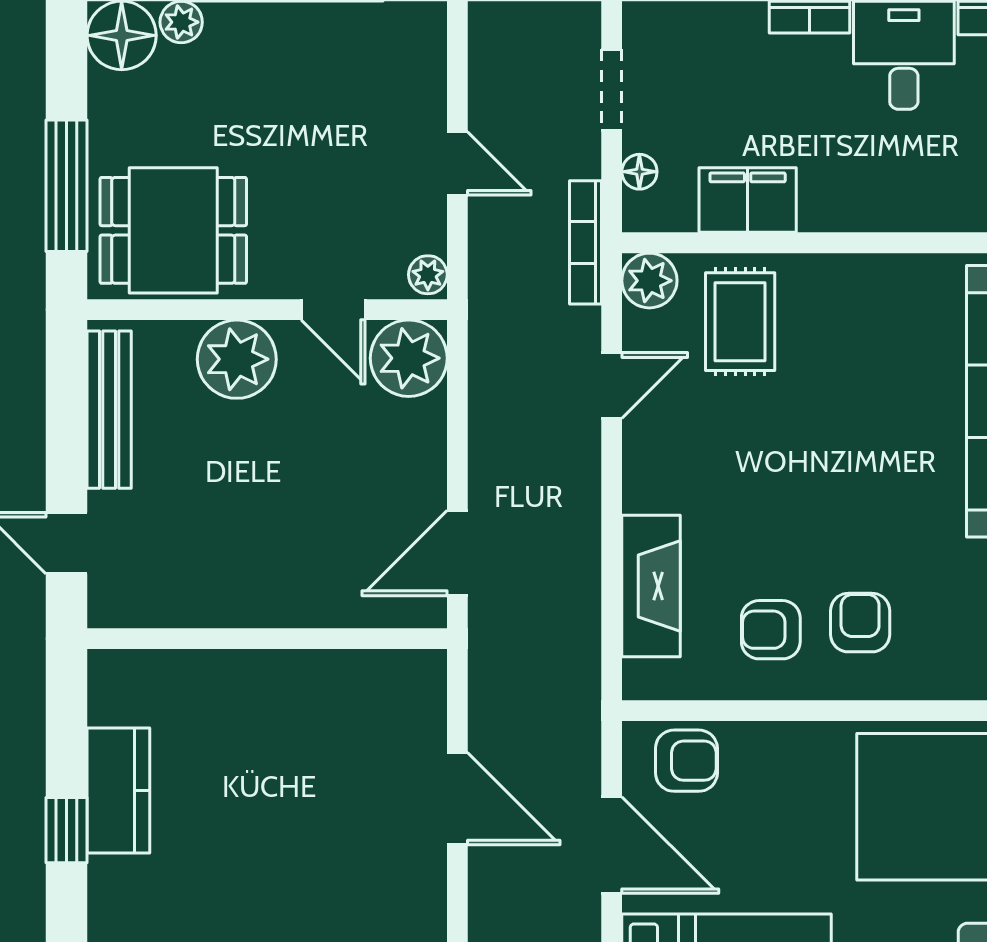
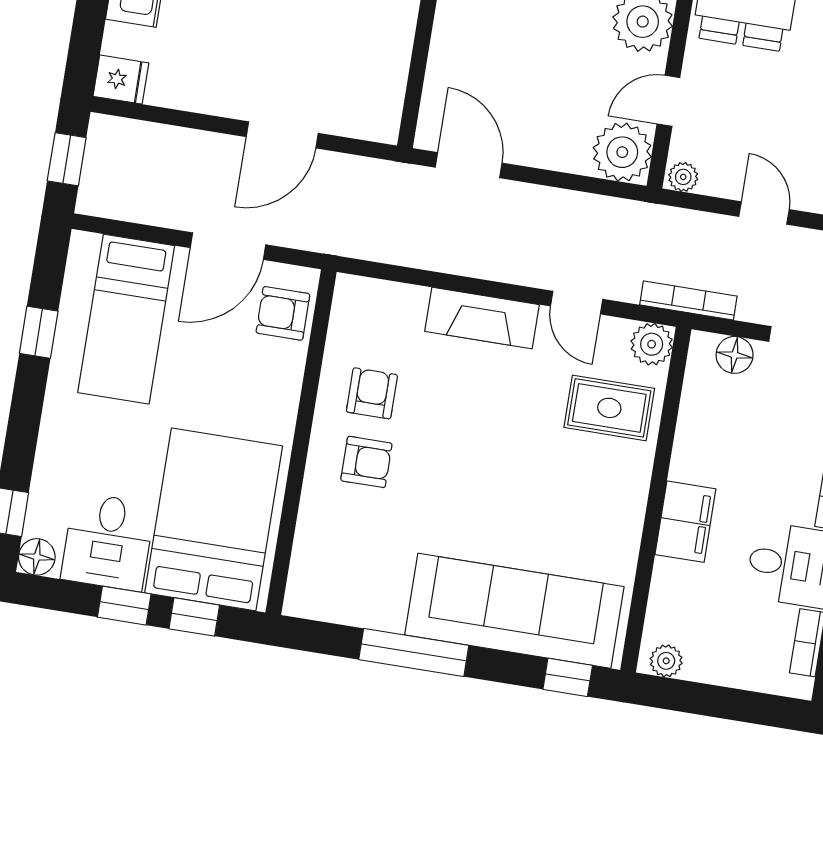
door: (457, 163) -> (764, 213), swing flipped
floor lamp: (639, 172) -> (735, 355), width x1.37, depth x1.37
filing cabinet: (748, 200) -> (685, 522), moved
fireplace: (651, 586) -> (482, 318), moved
armchair: (686, 761) -> (283, 313), turned 90

